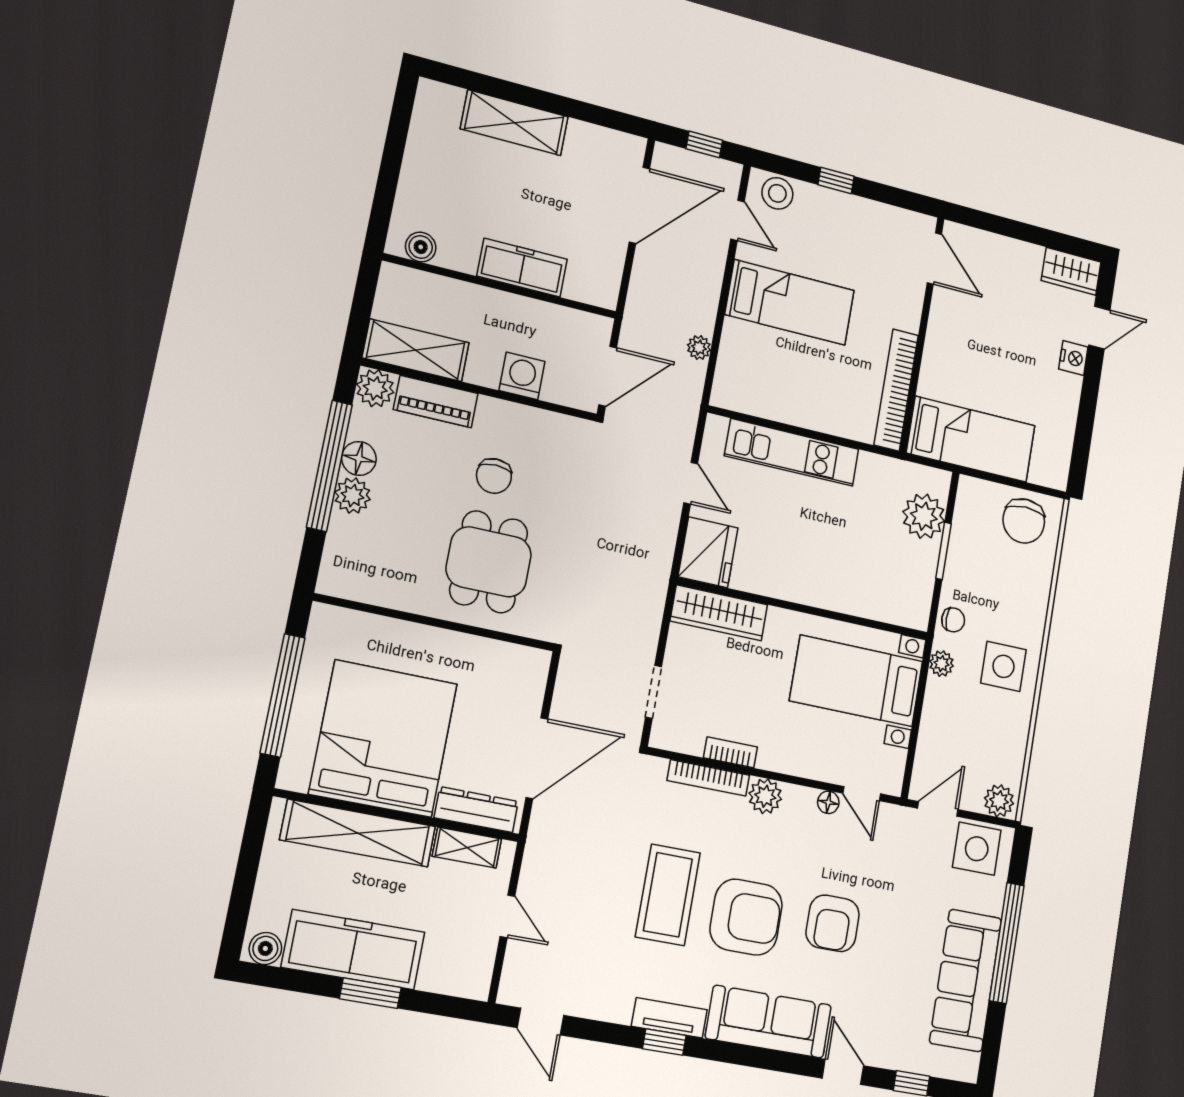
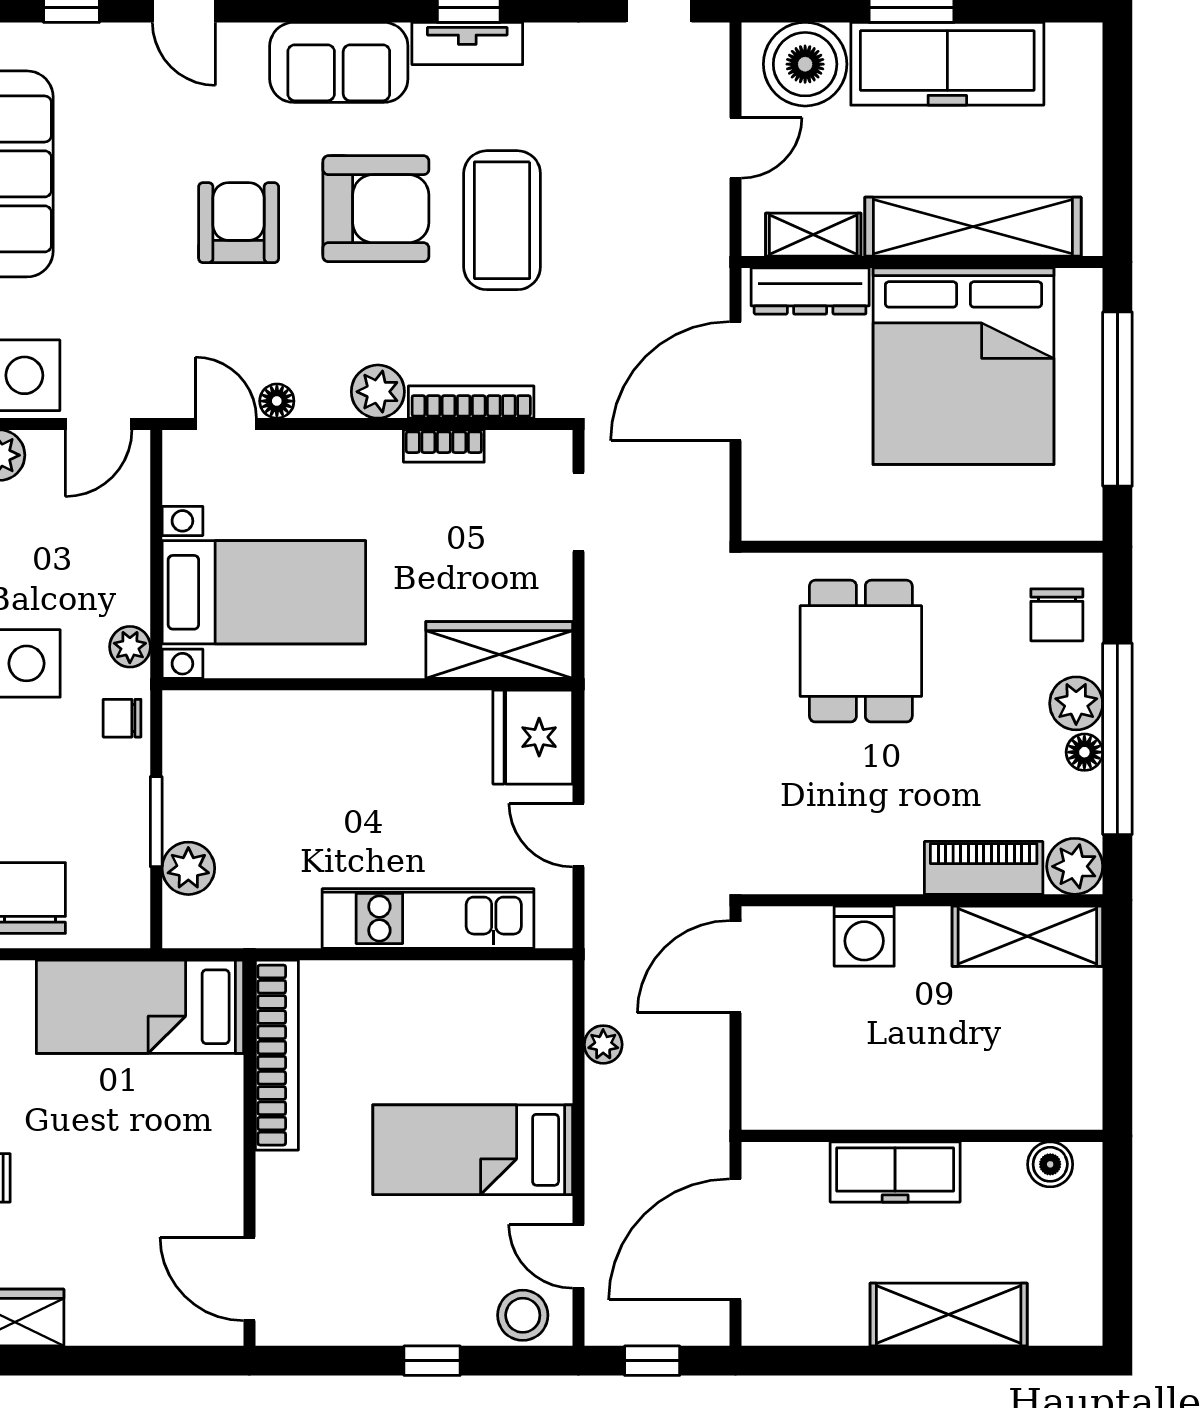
boiler: (421, 247) -> (1050, 1164), moved
freezer: (522, 268) -> (895, 1172), moved
wall: (500, 286) -> (922, 1136), moved
floor lamp: (359, 458) -> (1084, 752), width x0.73, depth x0.73
chair: (494, 476) -> (1057, 615), moved, turned 180
plant: (924, 516) -> (188, 868), width x0.73, depth x0.73
door: (507, 916) -> (736, 148), swing flipped
armchair: (746, 917) -> (376, 209), turned 180
boiler: (265, 948) -> (805, 64), moved, width x1.86, depth x1.86
sofa: (768, 1022) -> (339, 62), width x0.73

